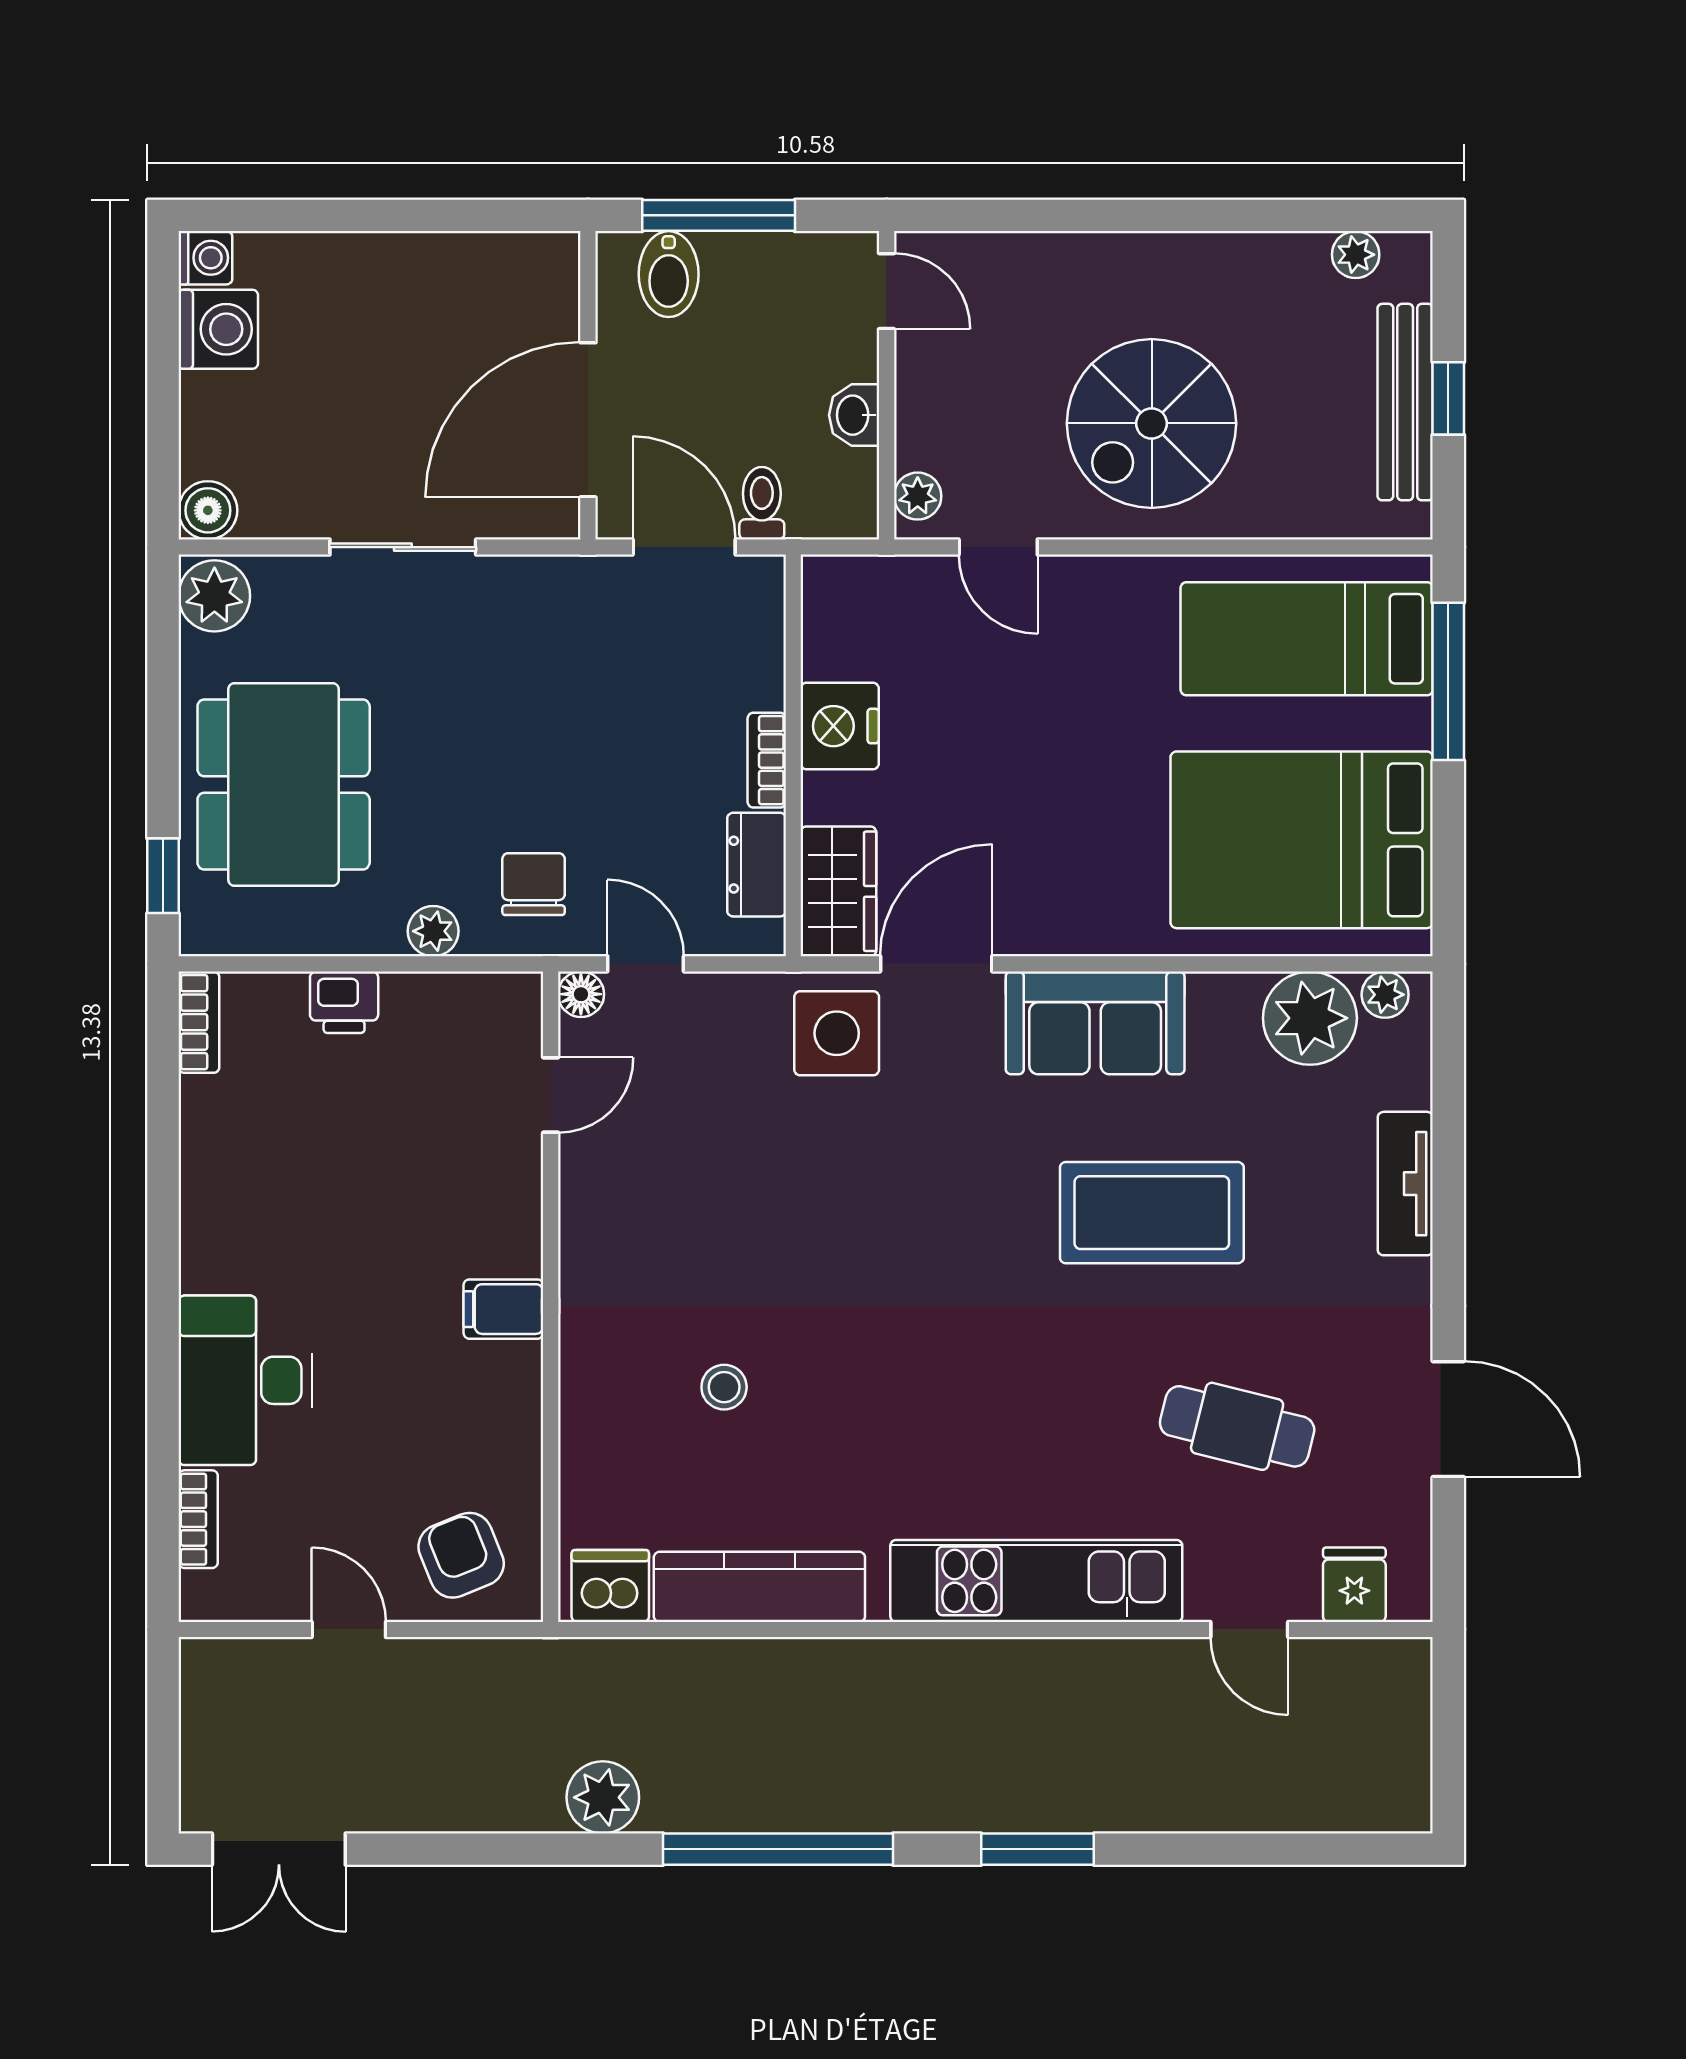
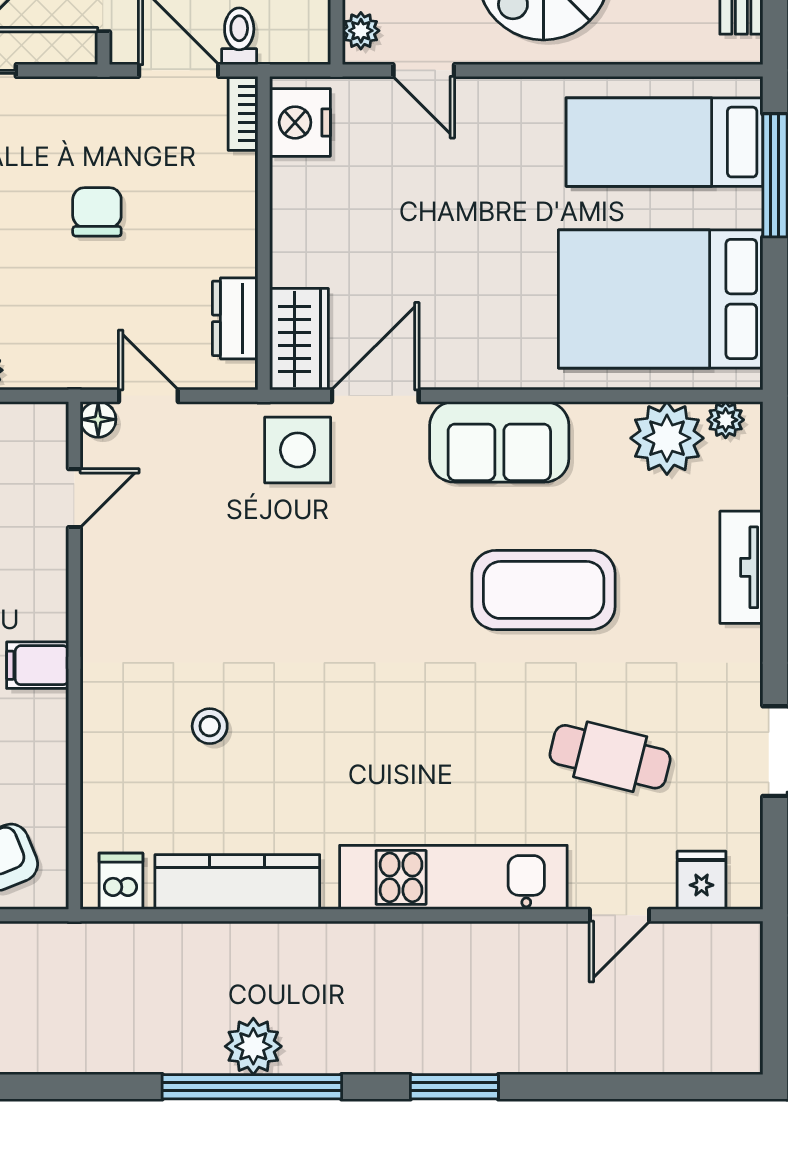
nightstand: (840, 726) -> (300, 122), moved
bookcase: (767, 760) -> (243, 113), moved
chair: (534, 884) -> (97, 212), moved
dishwasher: (610, 1586) -> (121, 881), width x0.73
door: (1249, 1629) -> (620, 915), hinge flipped
plant: (603, 1797) -> (253, 1046), moved

